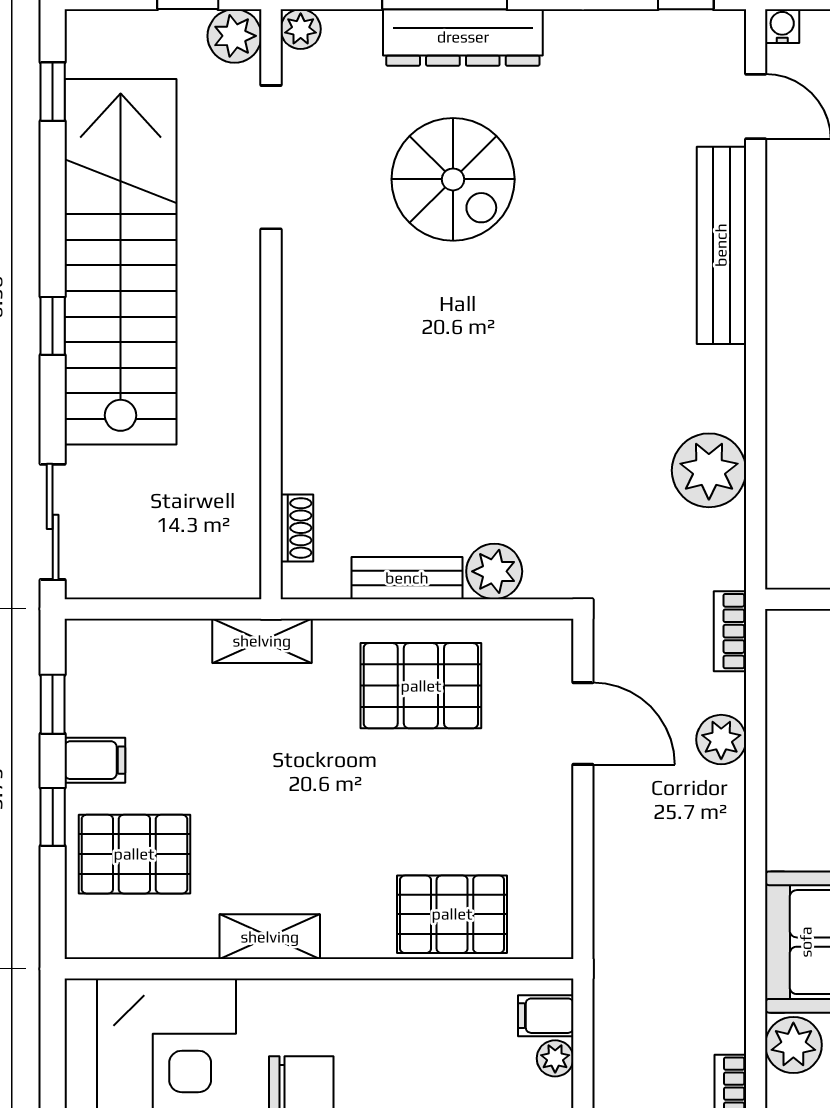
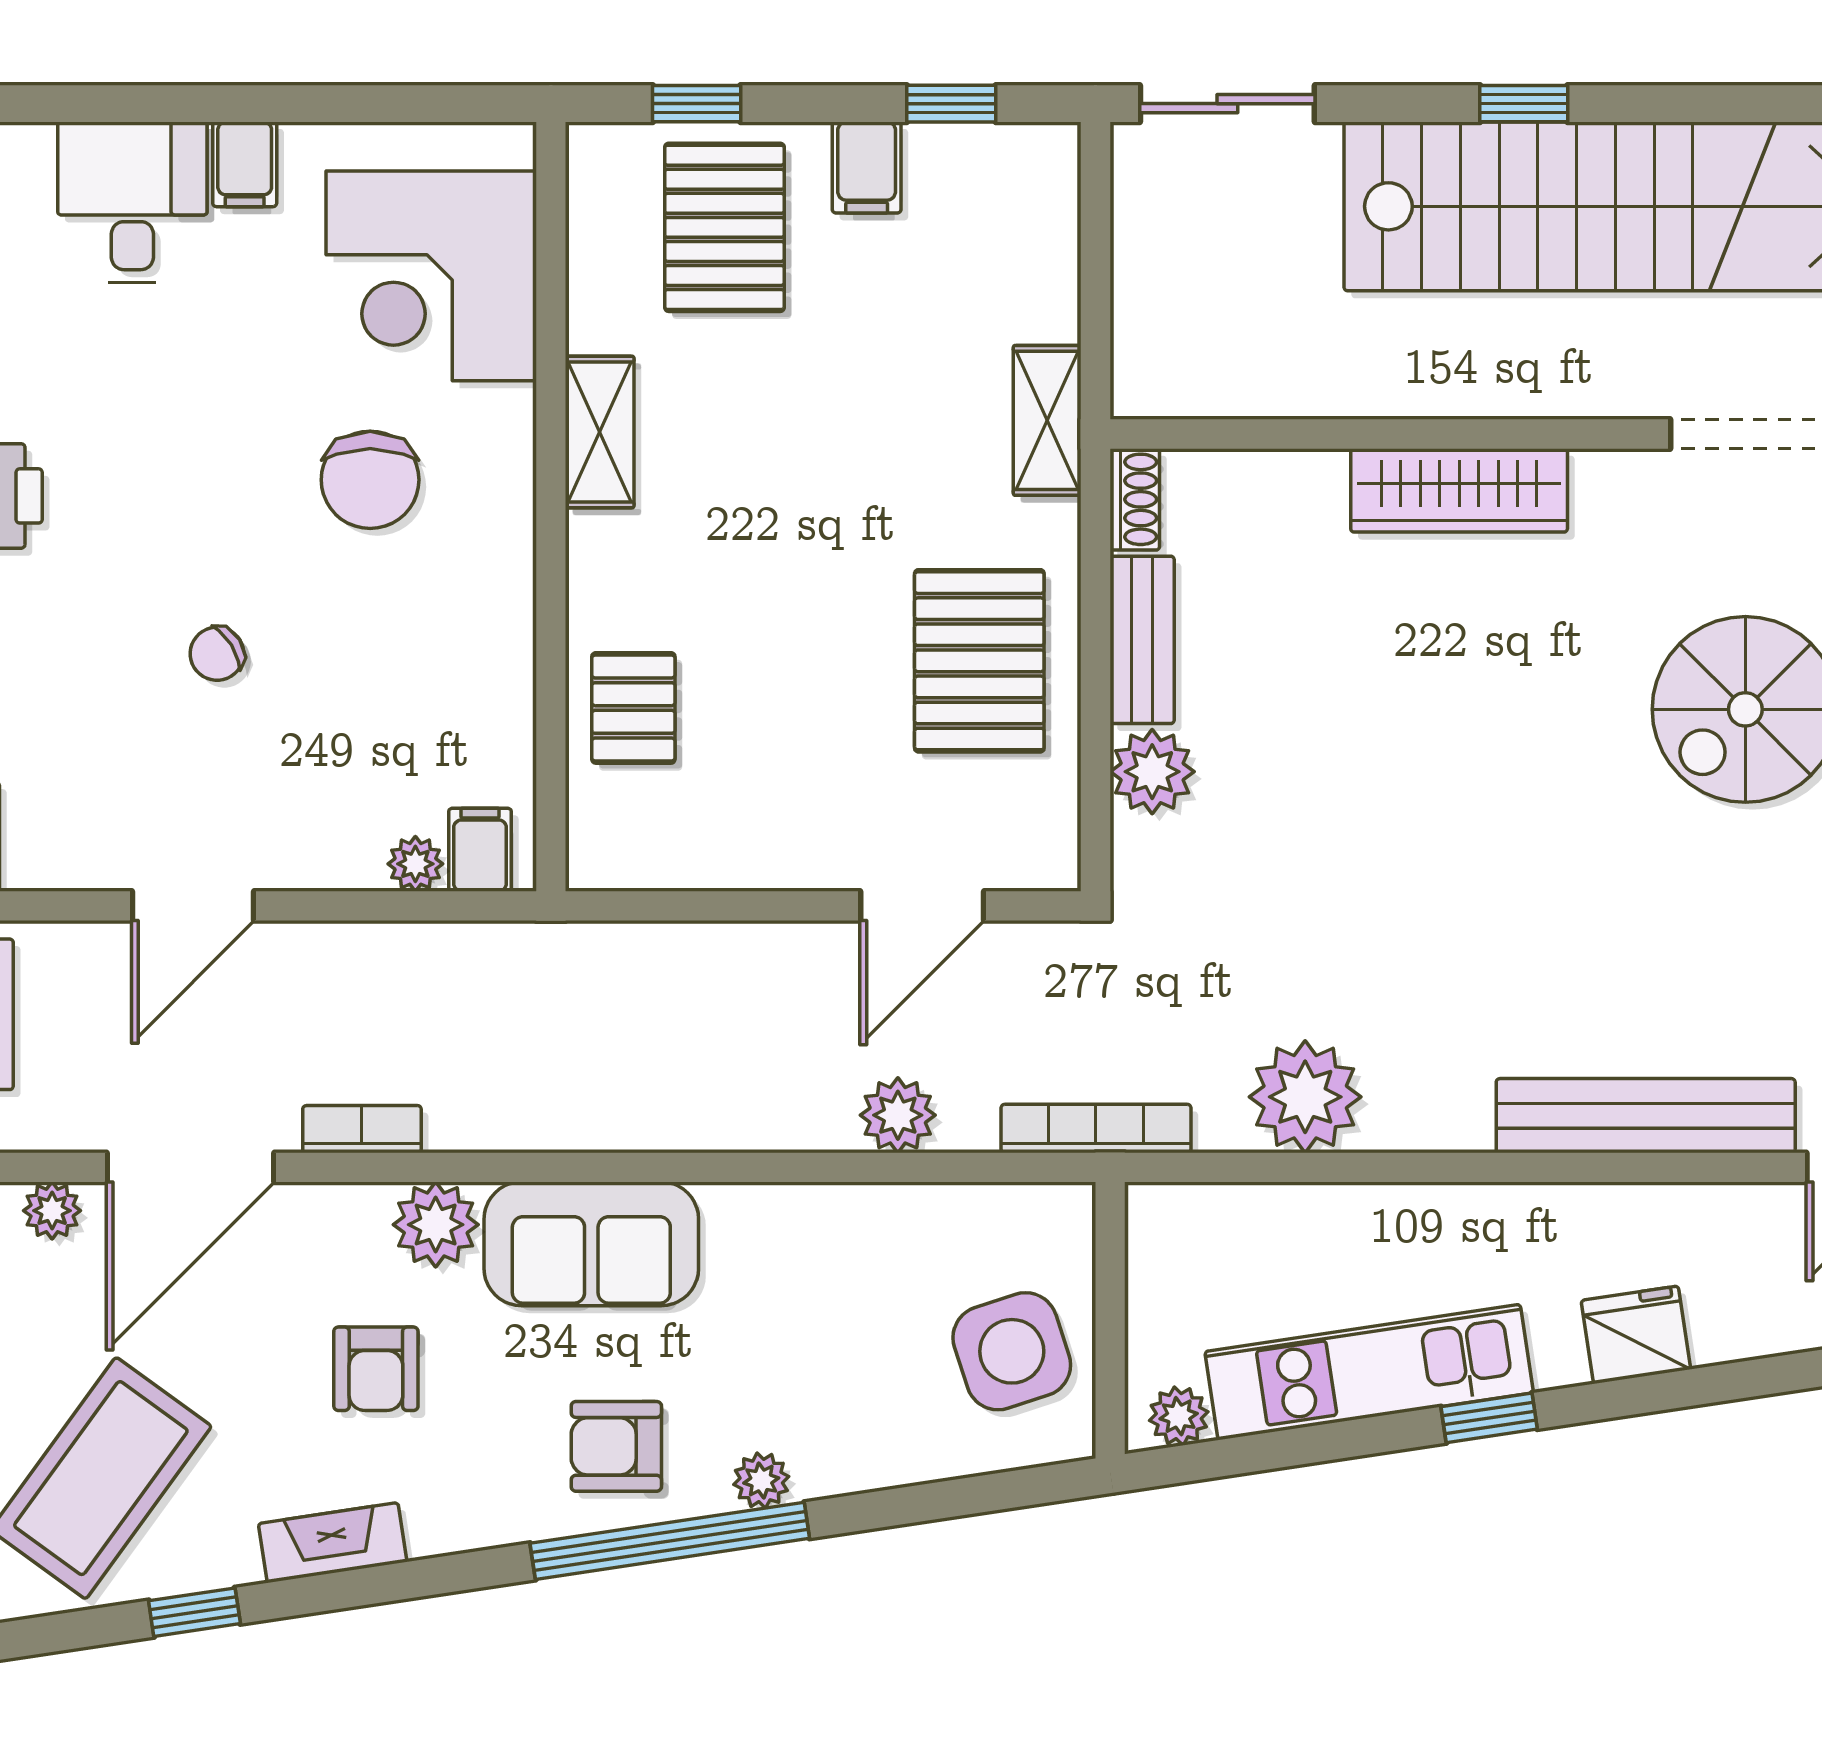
wardrobe: (308, 369) -> (1459, 490), added
shoe rack: (297, 528) -> (1135, 499), moved, turned -90
bookcase: (730, 631) -> (1096, 1129), width x1.56
window: (53, 817) -> (697, 104), moved
pallet: (452, 914) -> (633, 708), width x0.67, depth x0.71

